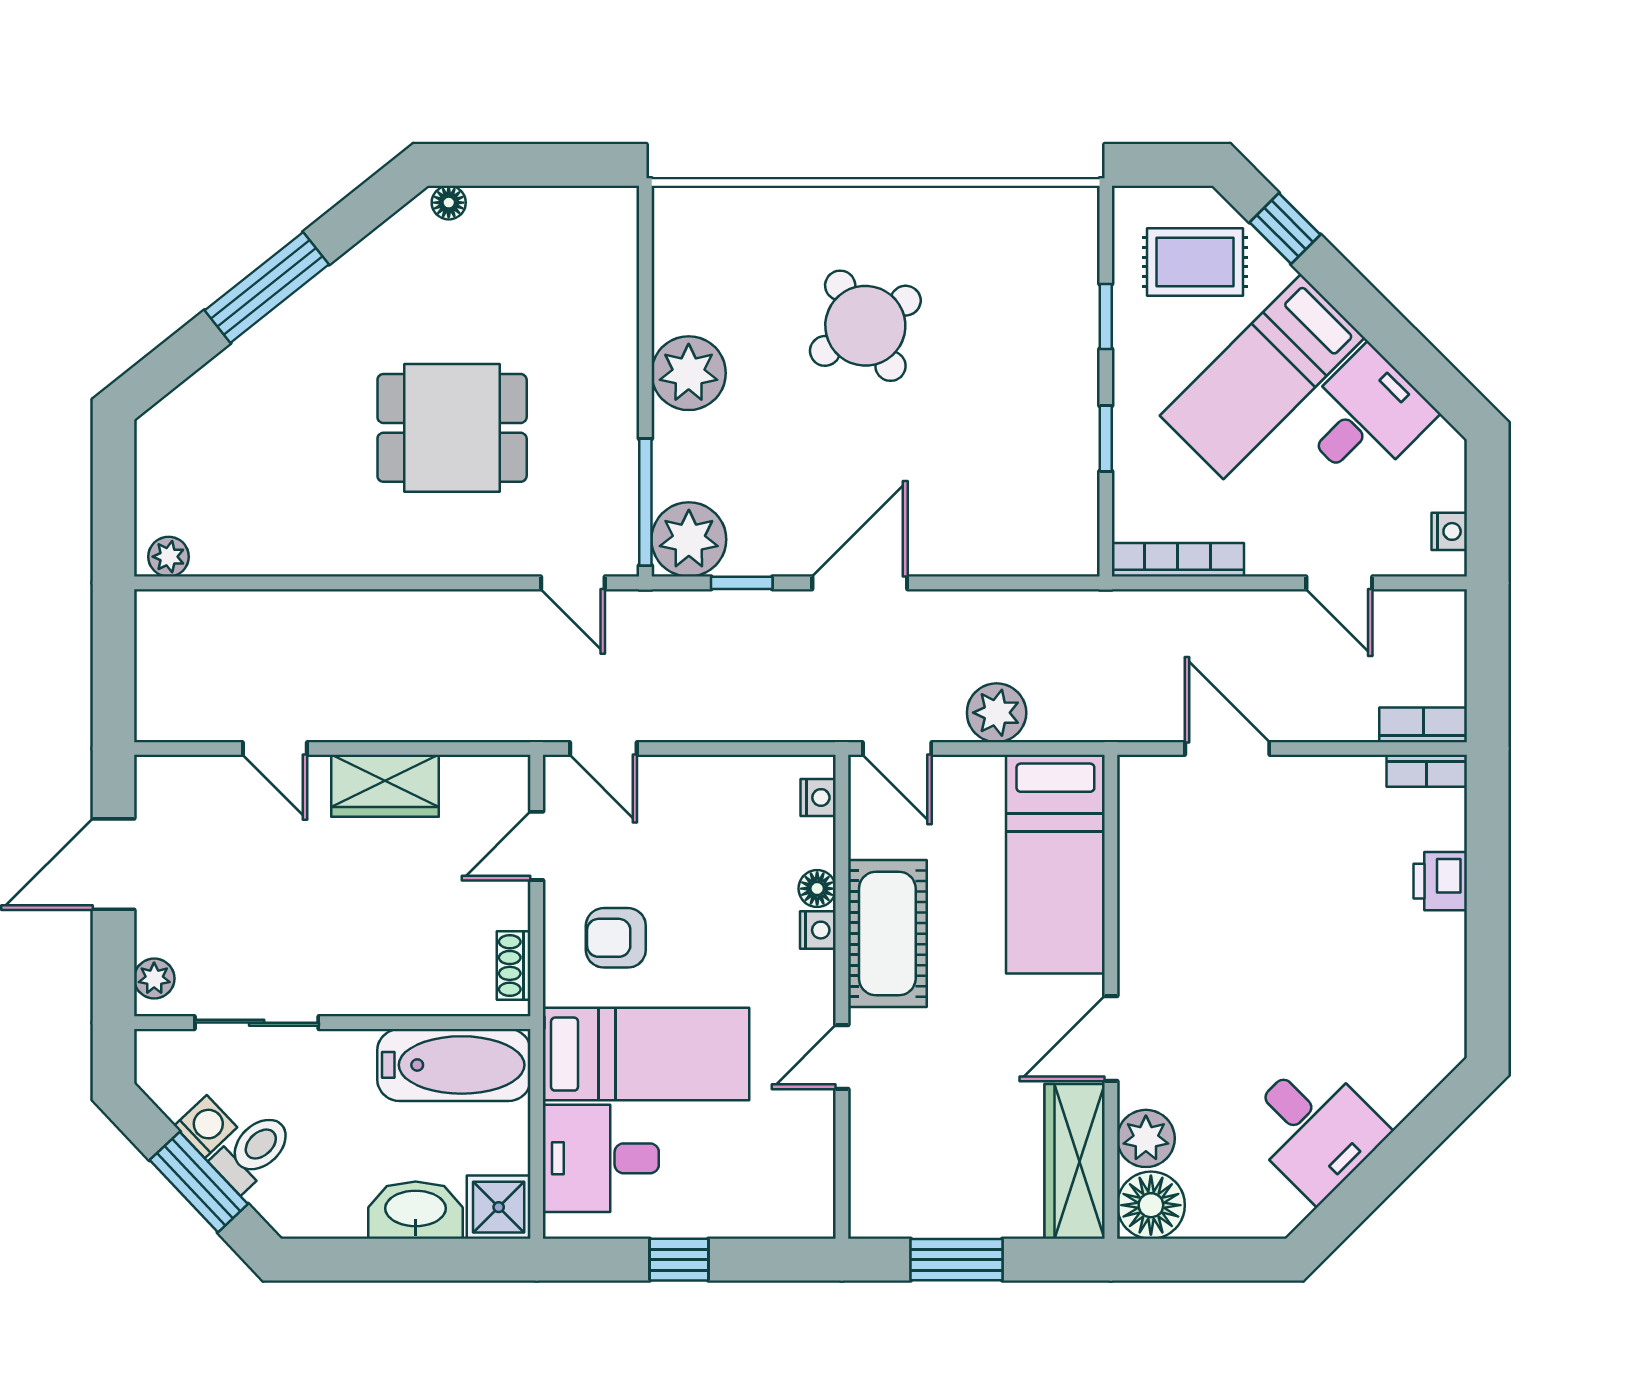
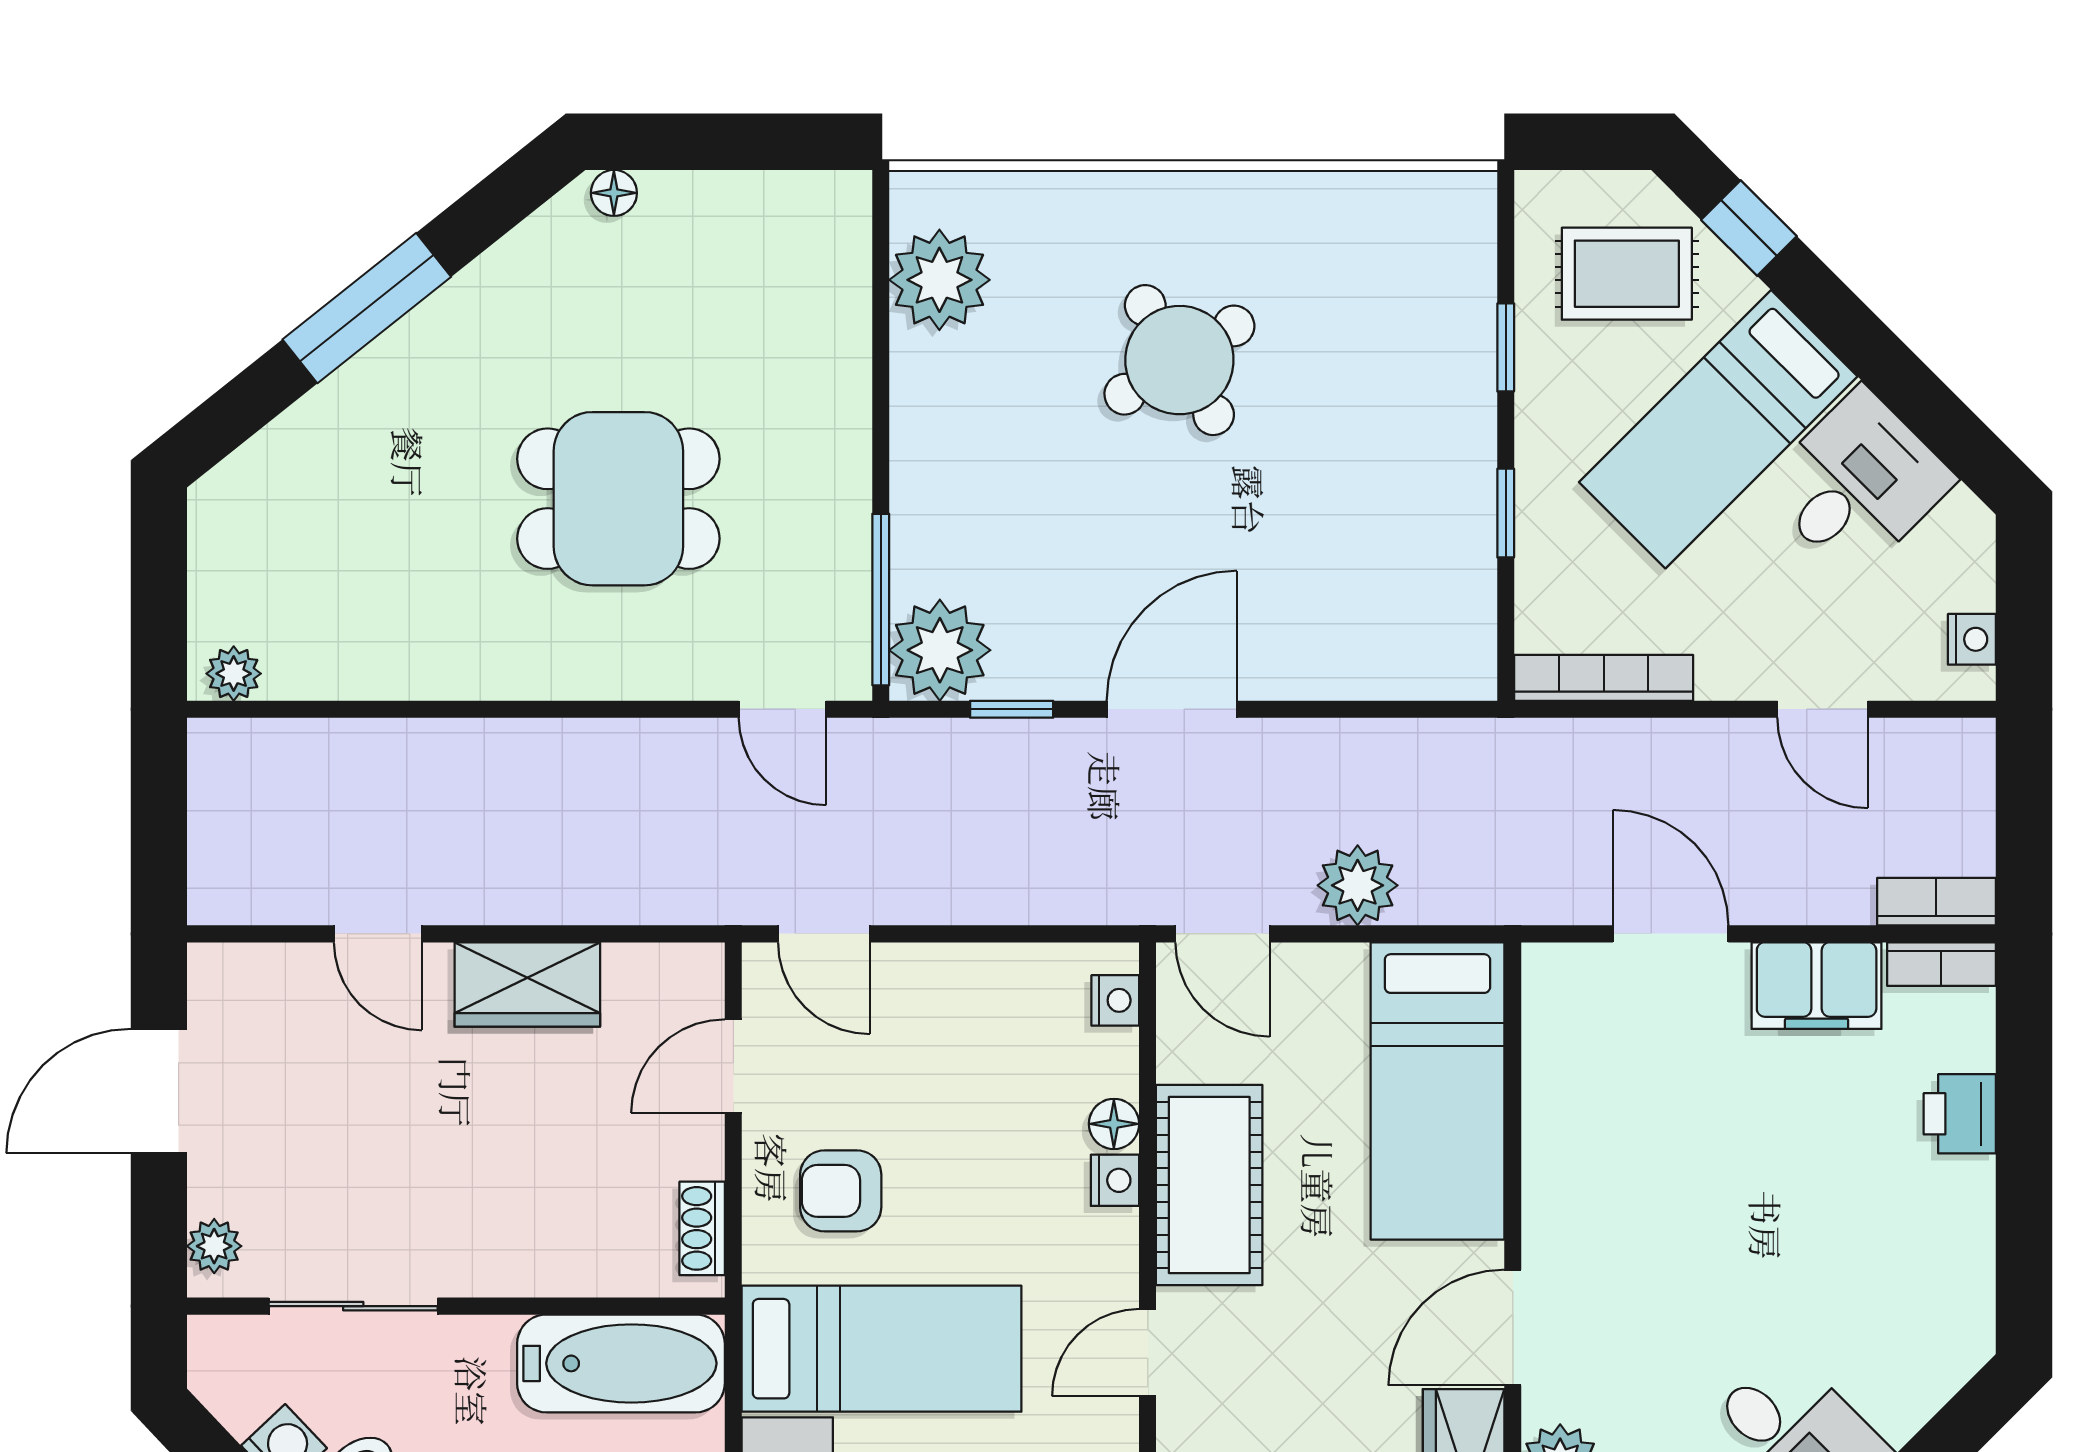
plant: (689, 373) -> (939, 280), moved
filing cabinet: (1335, 787) -> (1817, 986), added

